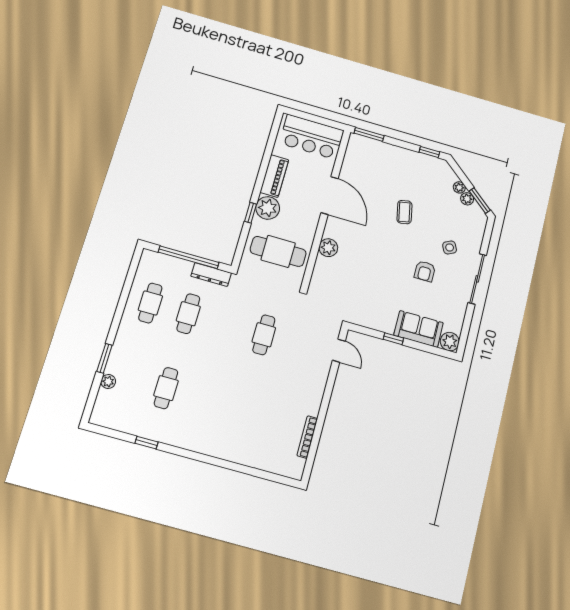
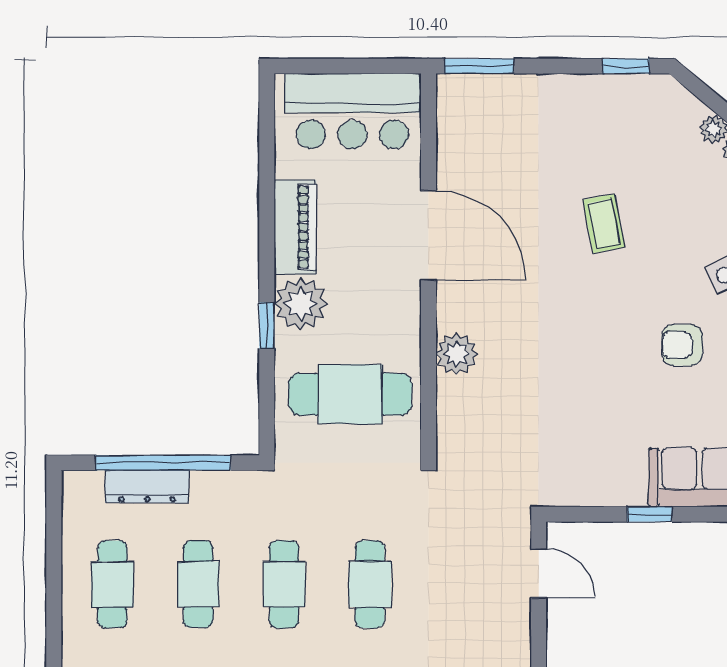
armchair: (425, 271) -> (682, 345), turned 90
dresser: (211, 275) -> (147, 487), moved
cafe table: (226, 324) -> (284, 584), added

